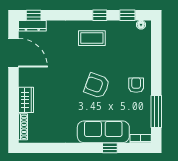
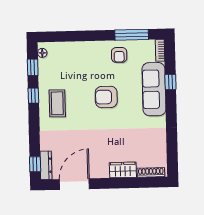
armchair: (97, 85) -> (106, 97), turned 70
armchair: (136, 85) -> (119, 55), moved, turned -90

